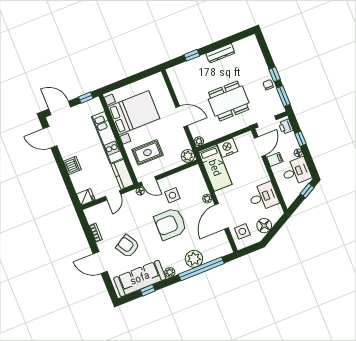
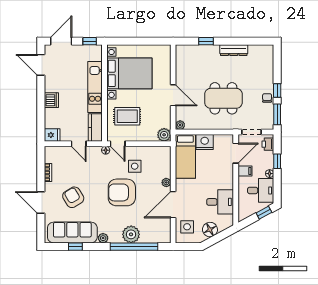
door: (60, 108) -> (61, 41), hinge flipped
door: (113, 195) -> (79, 144), hinge flipped

